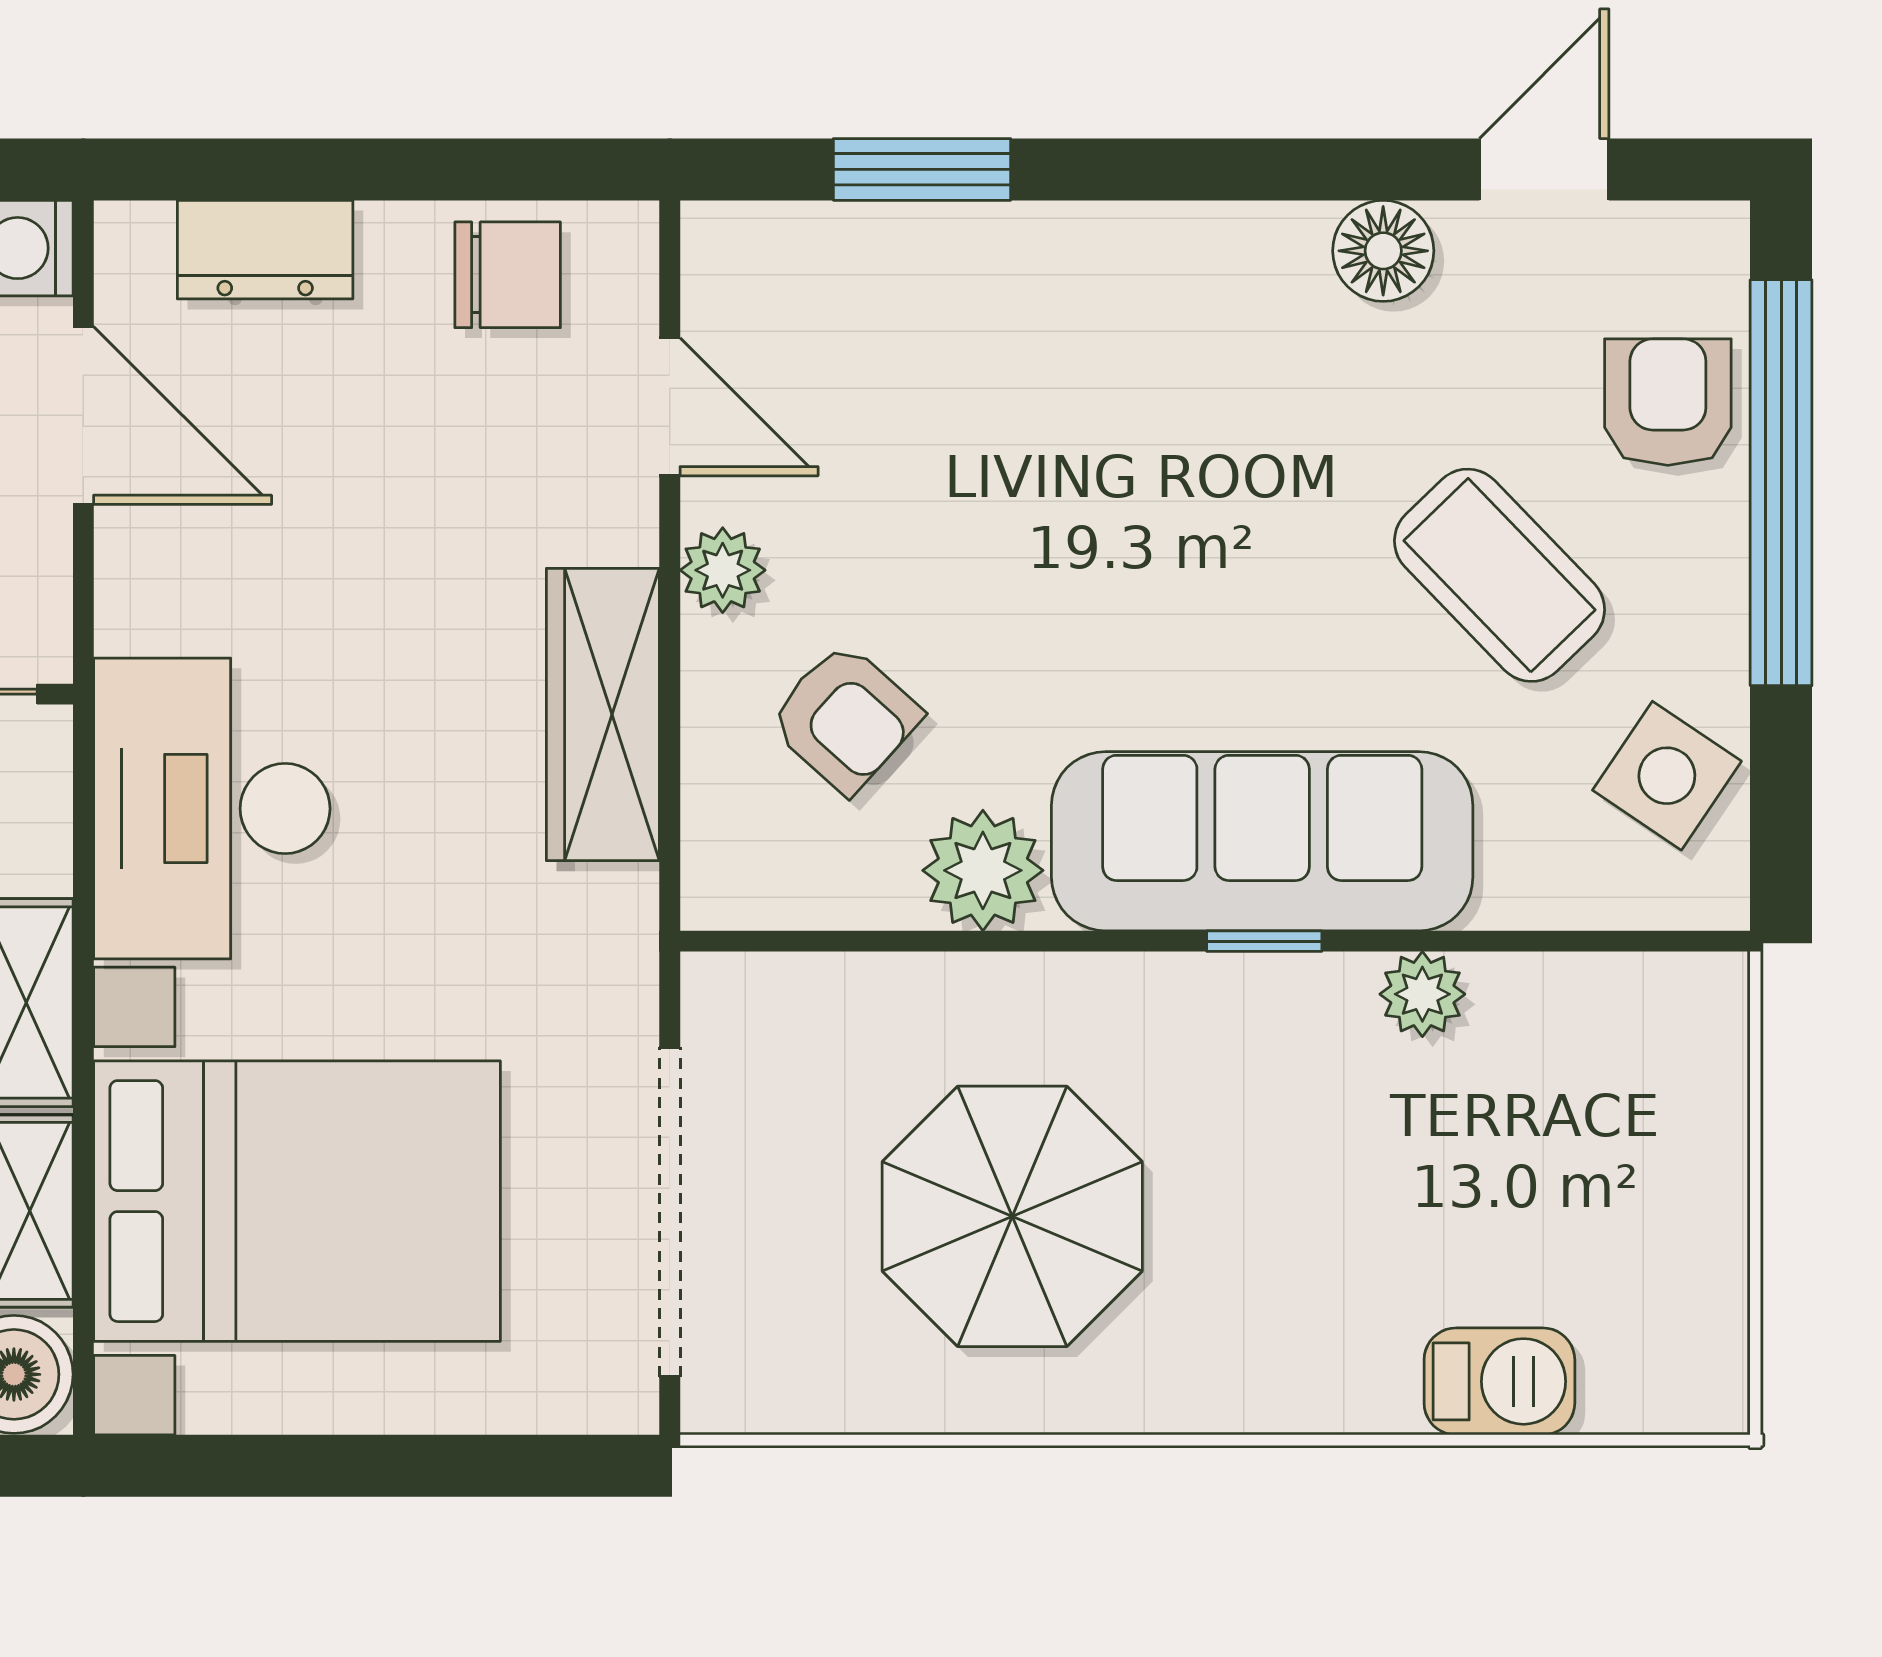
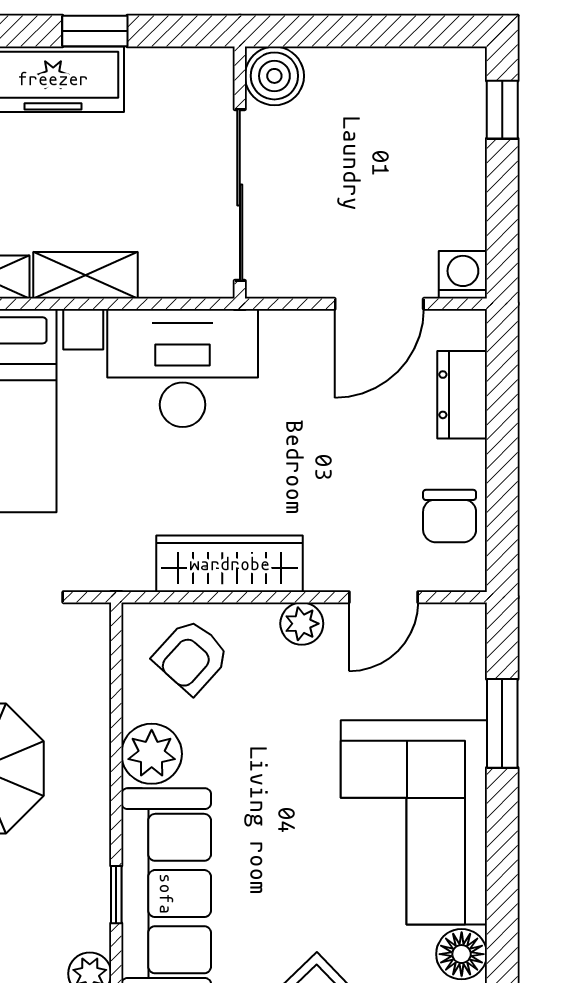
corner sofa: (1120, 346) -> (414, 822), added
armchair: (845, 718) -> (191, 657), moved

